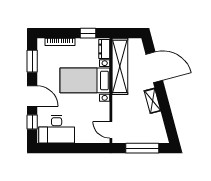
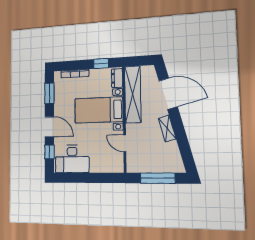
door: (111, 130) -> (125, 143), moved

